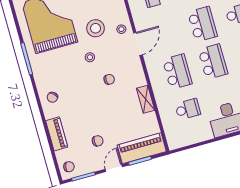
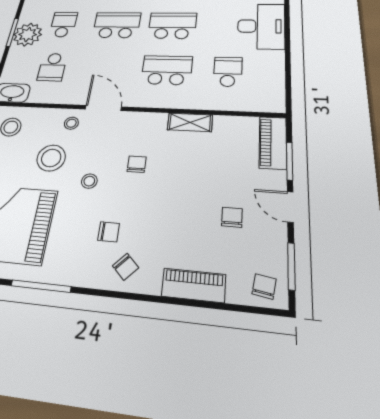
chair: (66, 81) -> (109, 232), added
piano: (142, 148) -> (273, 143), width x0.73, depth x0.75

